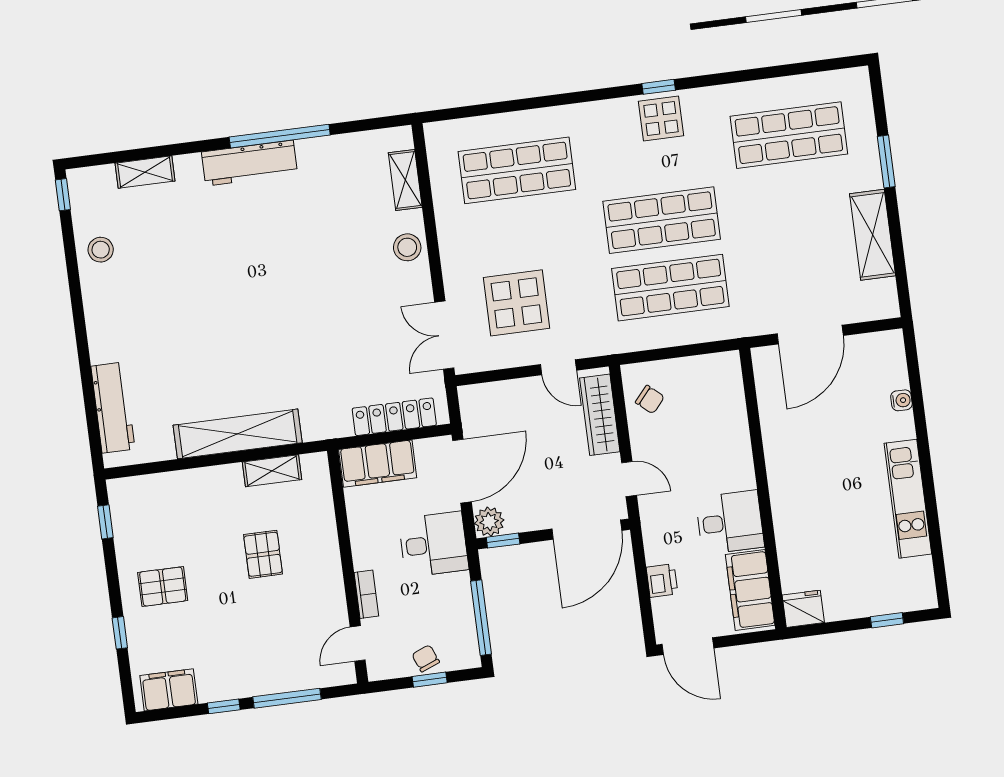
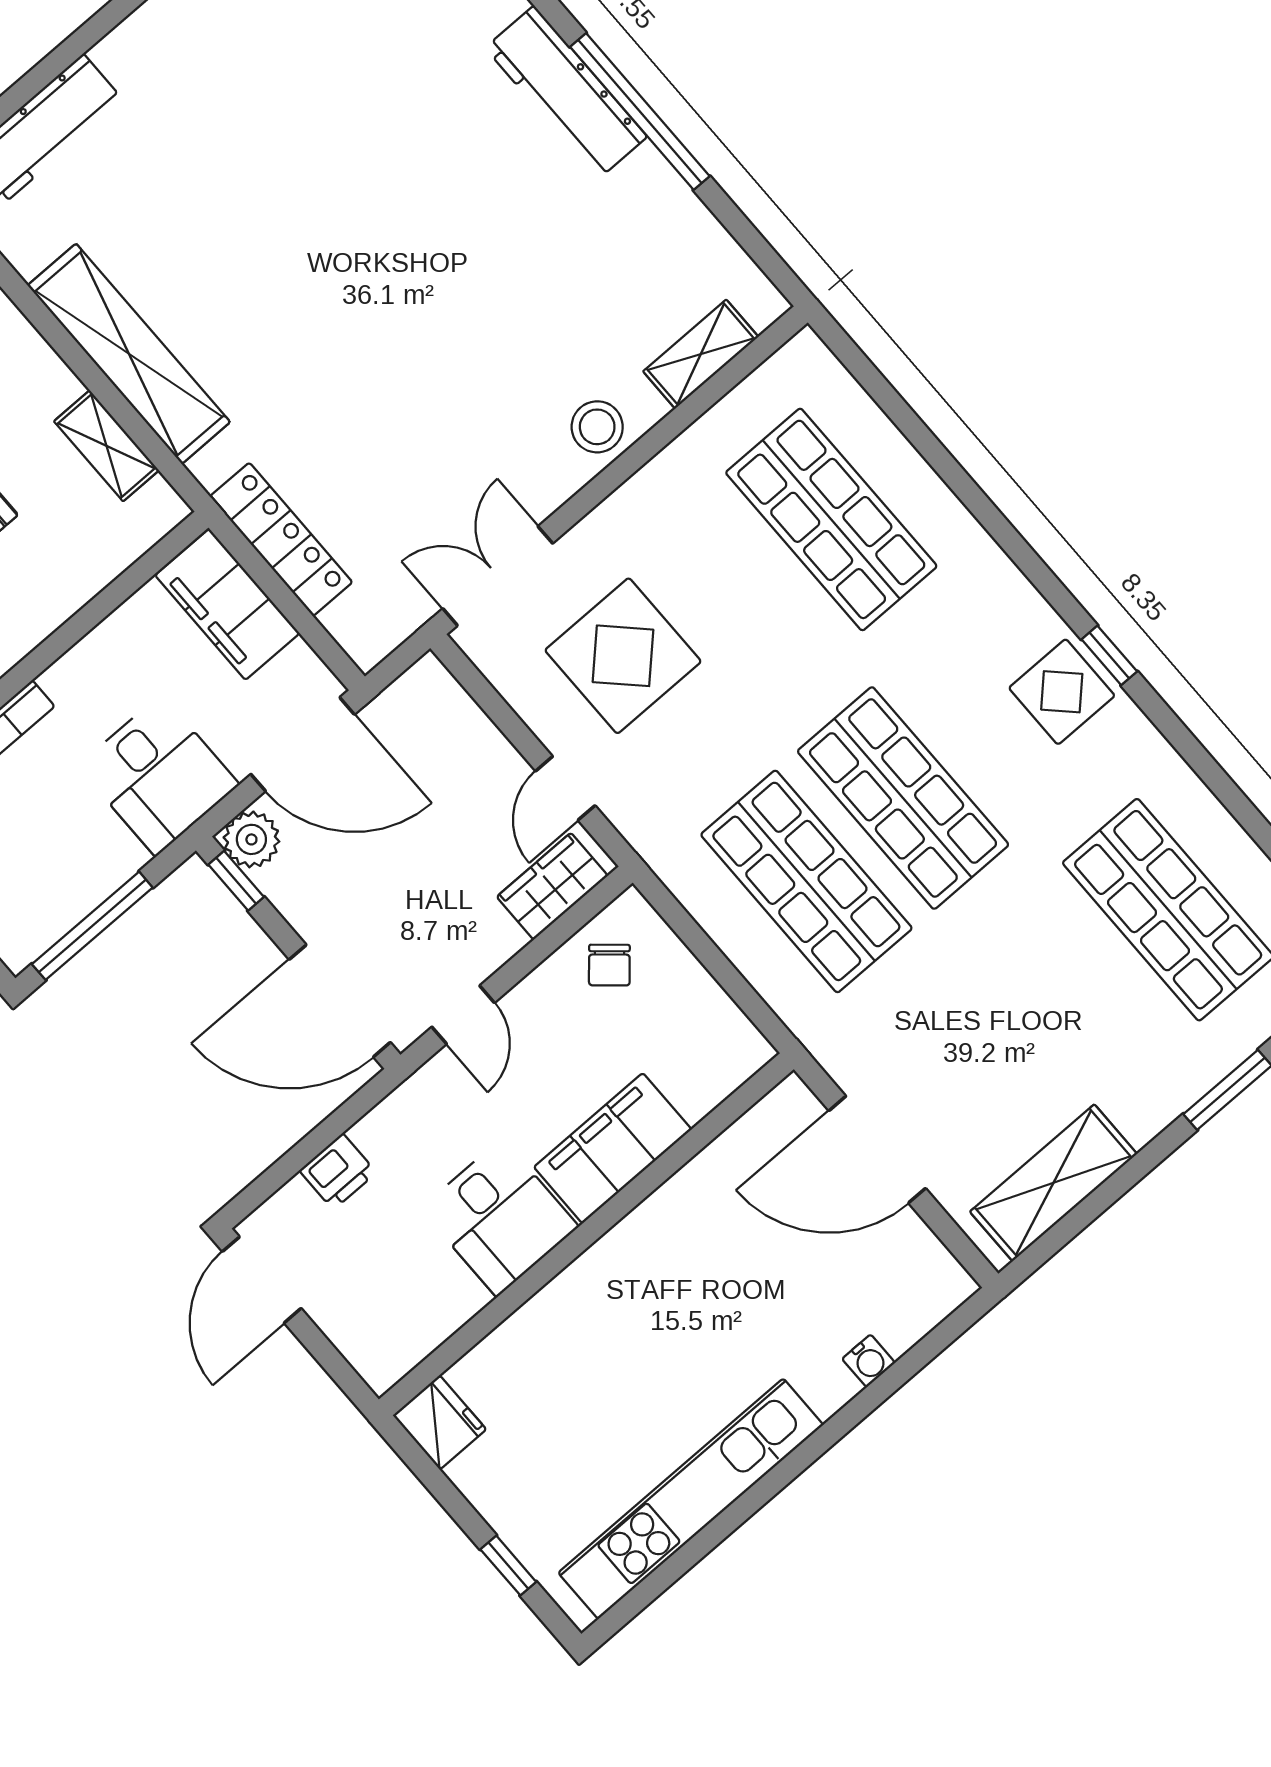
shelving: (873, 235) -> (1053, 1183), moved
wardrobe: (600, 415) -> (552, 886), width x0.67
locker: (394, 417) -> (281, 539), moved
kitchen unit: (908, 499) -> (691, 1499), width x1.36
filing cabinet: (750, 590) -> (613, 1148), moved

